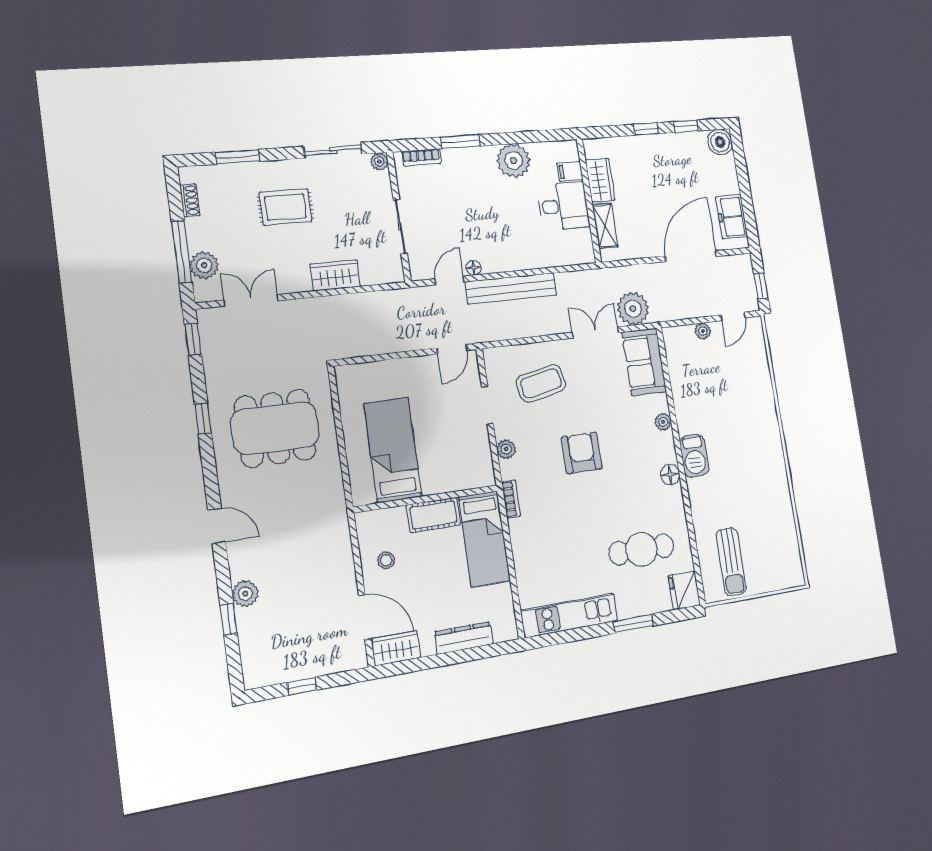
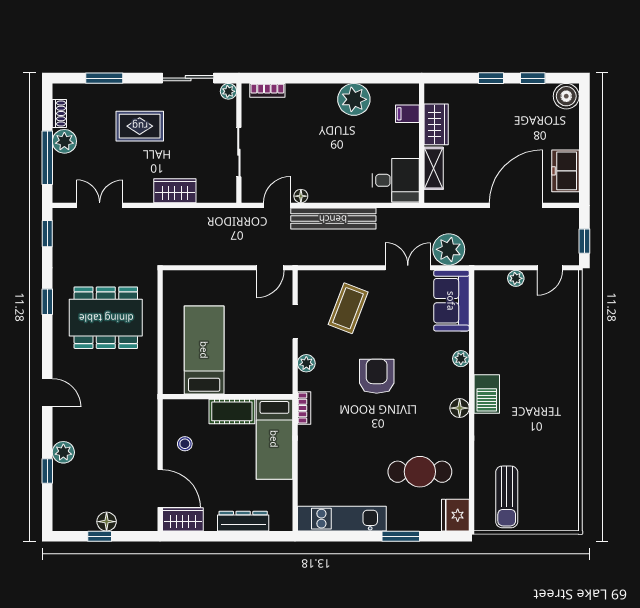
window: (460, 142) -> (306, 78), removed
desk: (563, 206) -> (396, 180), moved
plant: (204, 265) -> (64, 141), moved
coffee table: (541, 383) -> (348, 308), turned -57
floor lamp: (308, 667) -> (107, 522), added

